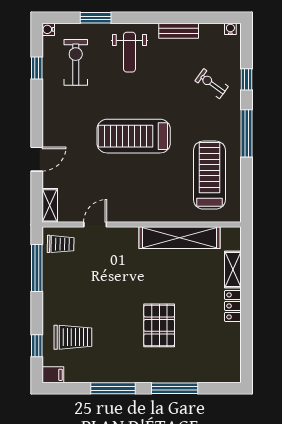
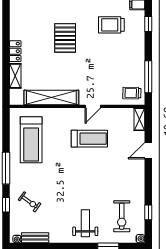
bench: (179, 31) -> (35, 238), moved
treadmill: (134, 136) -> (89, 139), moved, width x0.73, depth x0.73
door: (95, 224) -> (93, 106), moved
trolley: (73, 337) -> (111, 25), moved

